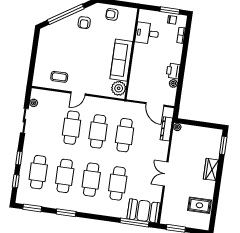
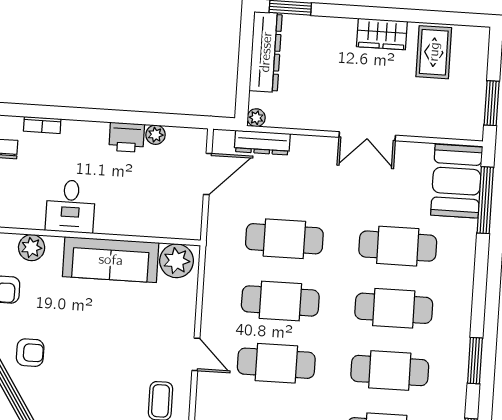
plant: (129, 27) -> (32, 248), added
desk: (147, 33) -> (70, 206), moved
dresser: (205, 133) -> (266, 52), added
wardrobe: (211, 169) -> (382, 34), moved

